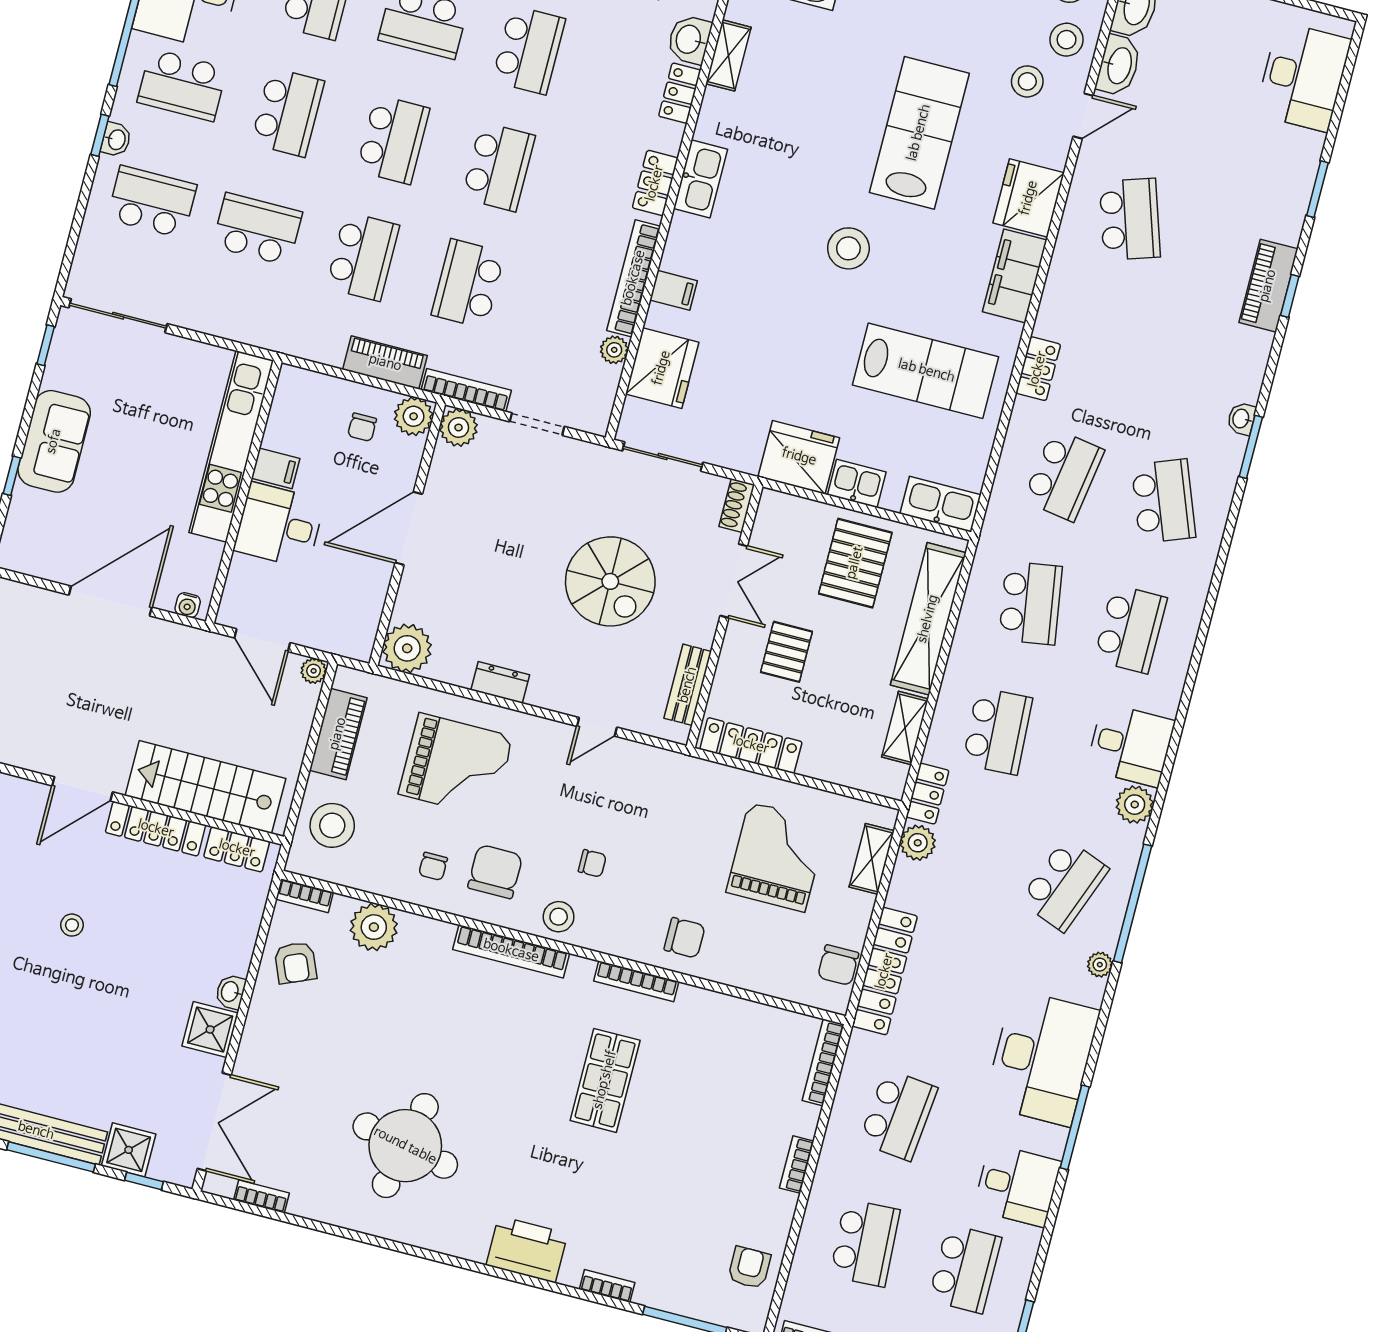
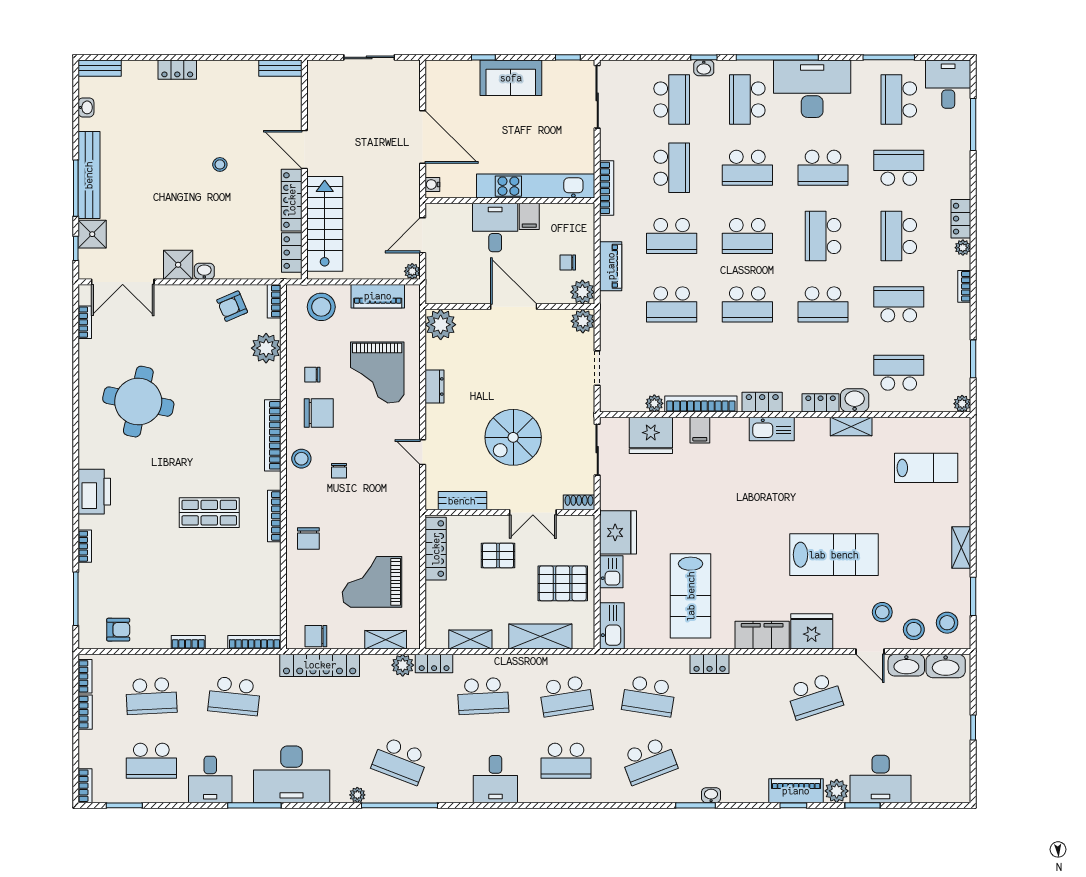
desk: (1303, 77) -> (881, 779), moved
stool: (848, 248) -> (753, 530), removed
school desk: (468, 284) -> (672, 304), turned 180
bookcase: (466, 390) -> (607, 188), moved
shelving: (928, 619) -> (540, 636), width x0.68
plant: (1135, 805) -> (837, 791), moved
grand piano: (777, 857) -> (372, 582), turned 180

